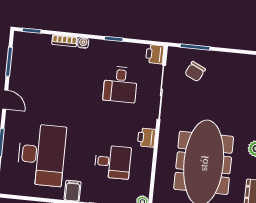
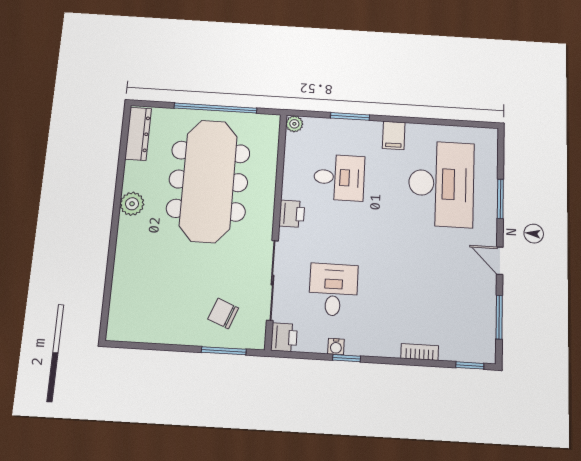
water cooler: (83, 43) -> (336, 347), moved
chair: (195, 72) -> (223, 313), turned -94
desk: (41, 155) -> (441, 184), turned 180
desk: (113, 162) -> (339, 177), turned 180

